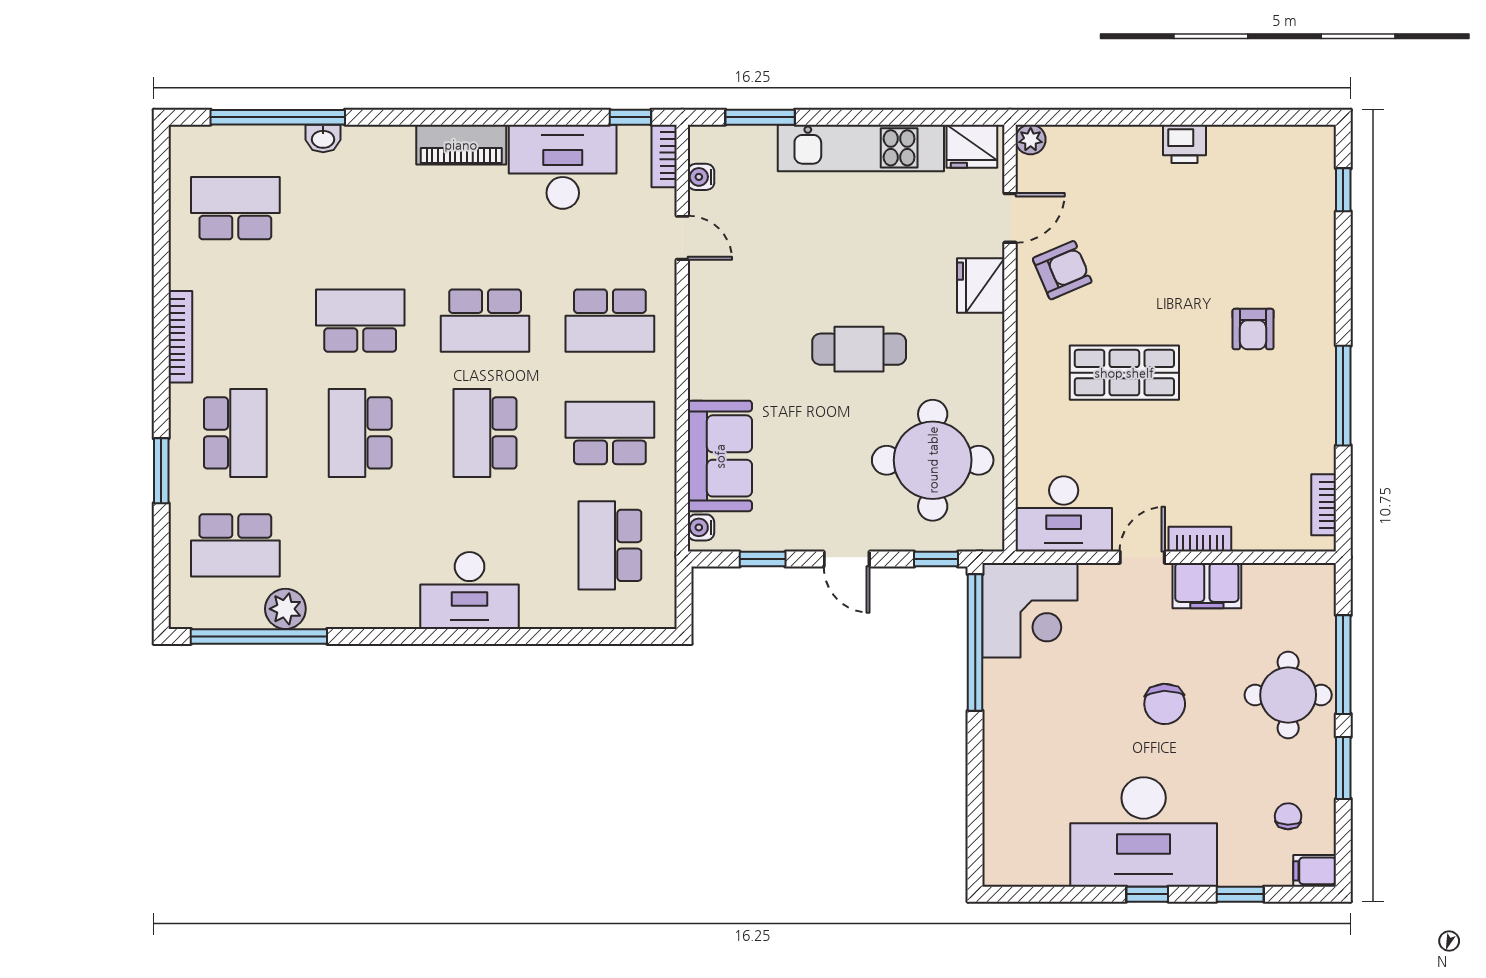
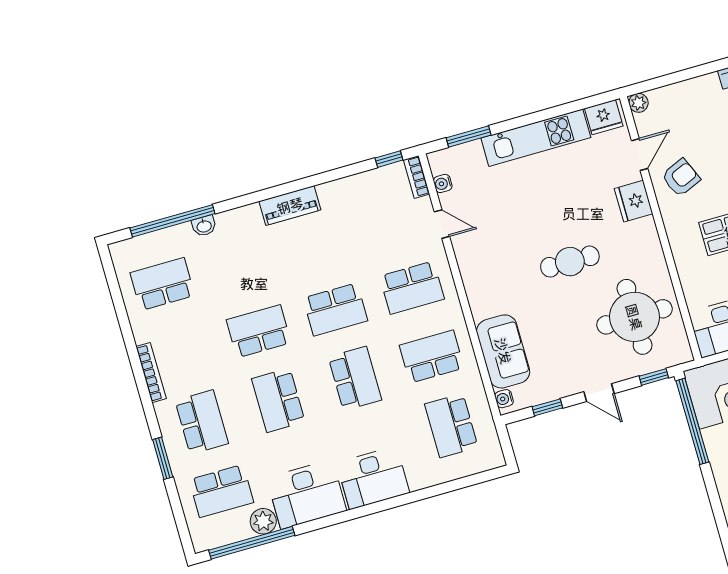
desk: (563, 167) -> (307, 494), moved, turned 180
school desk: (485, 433) -> (355, 378), turned 180

